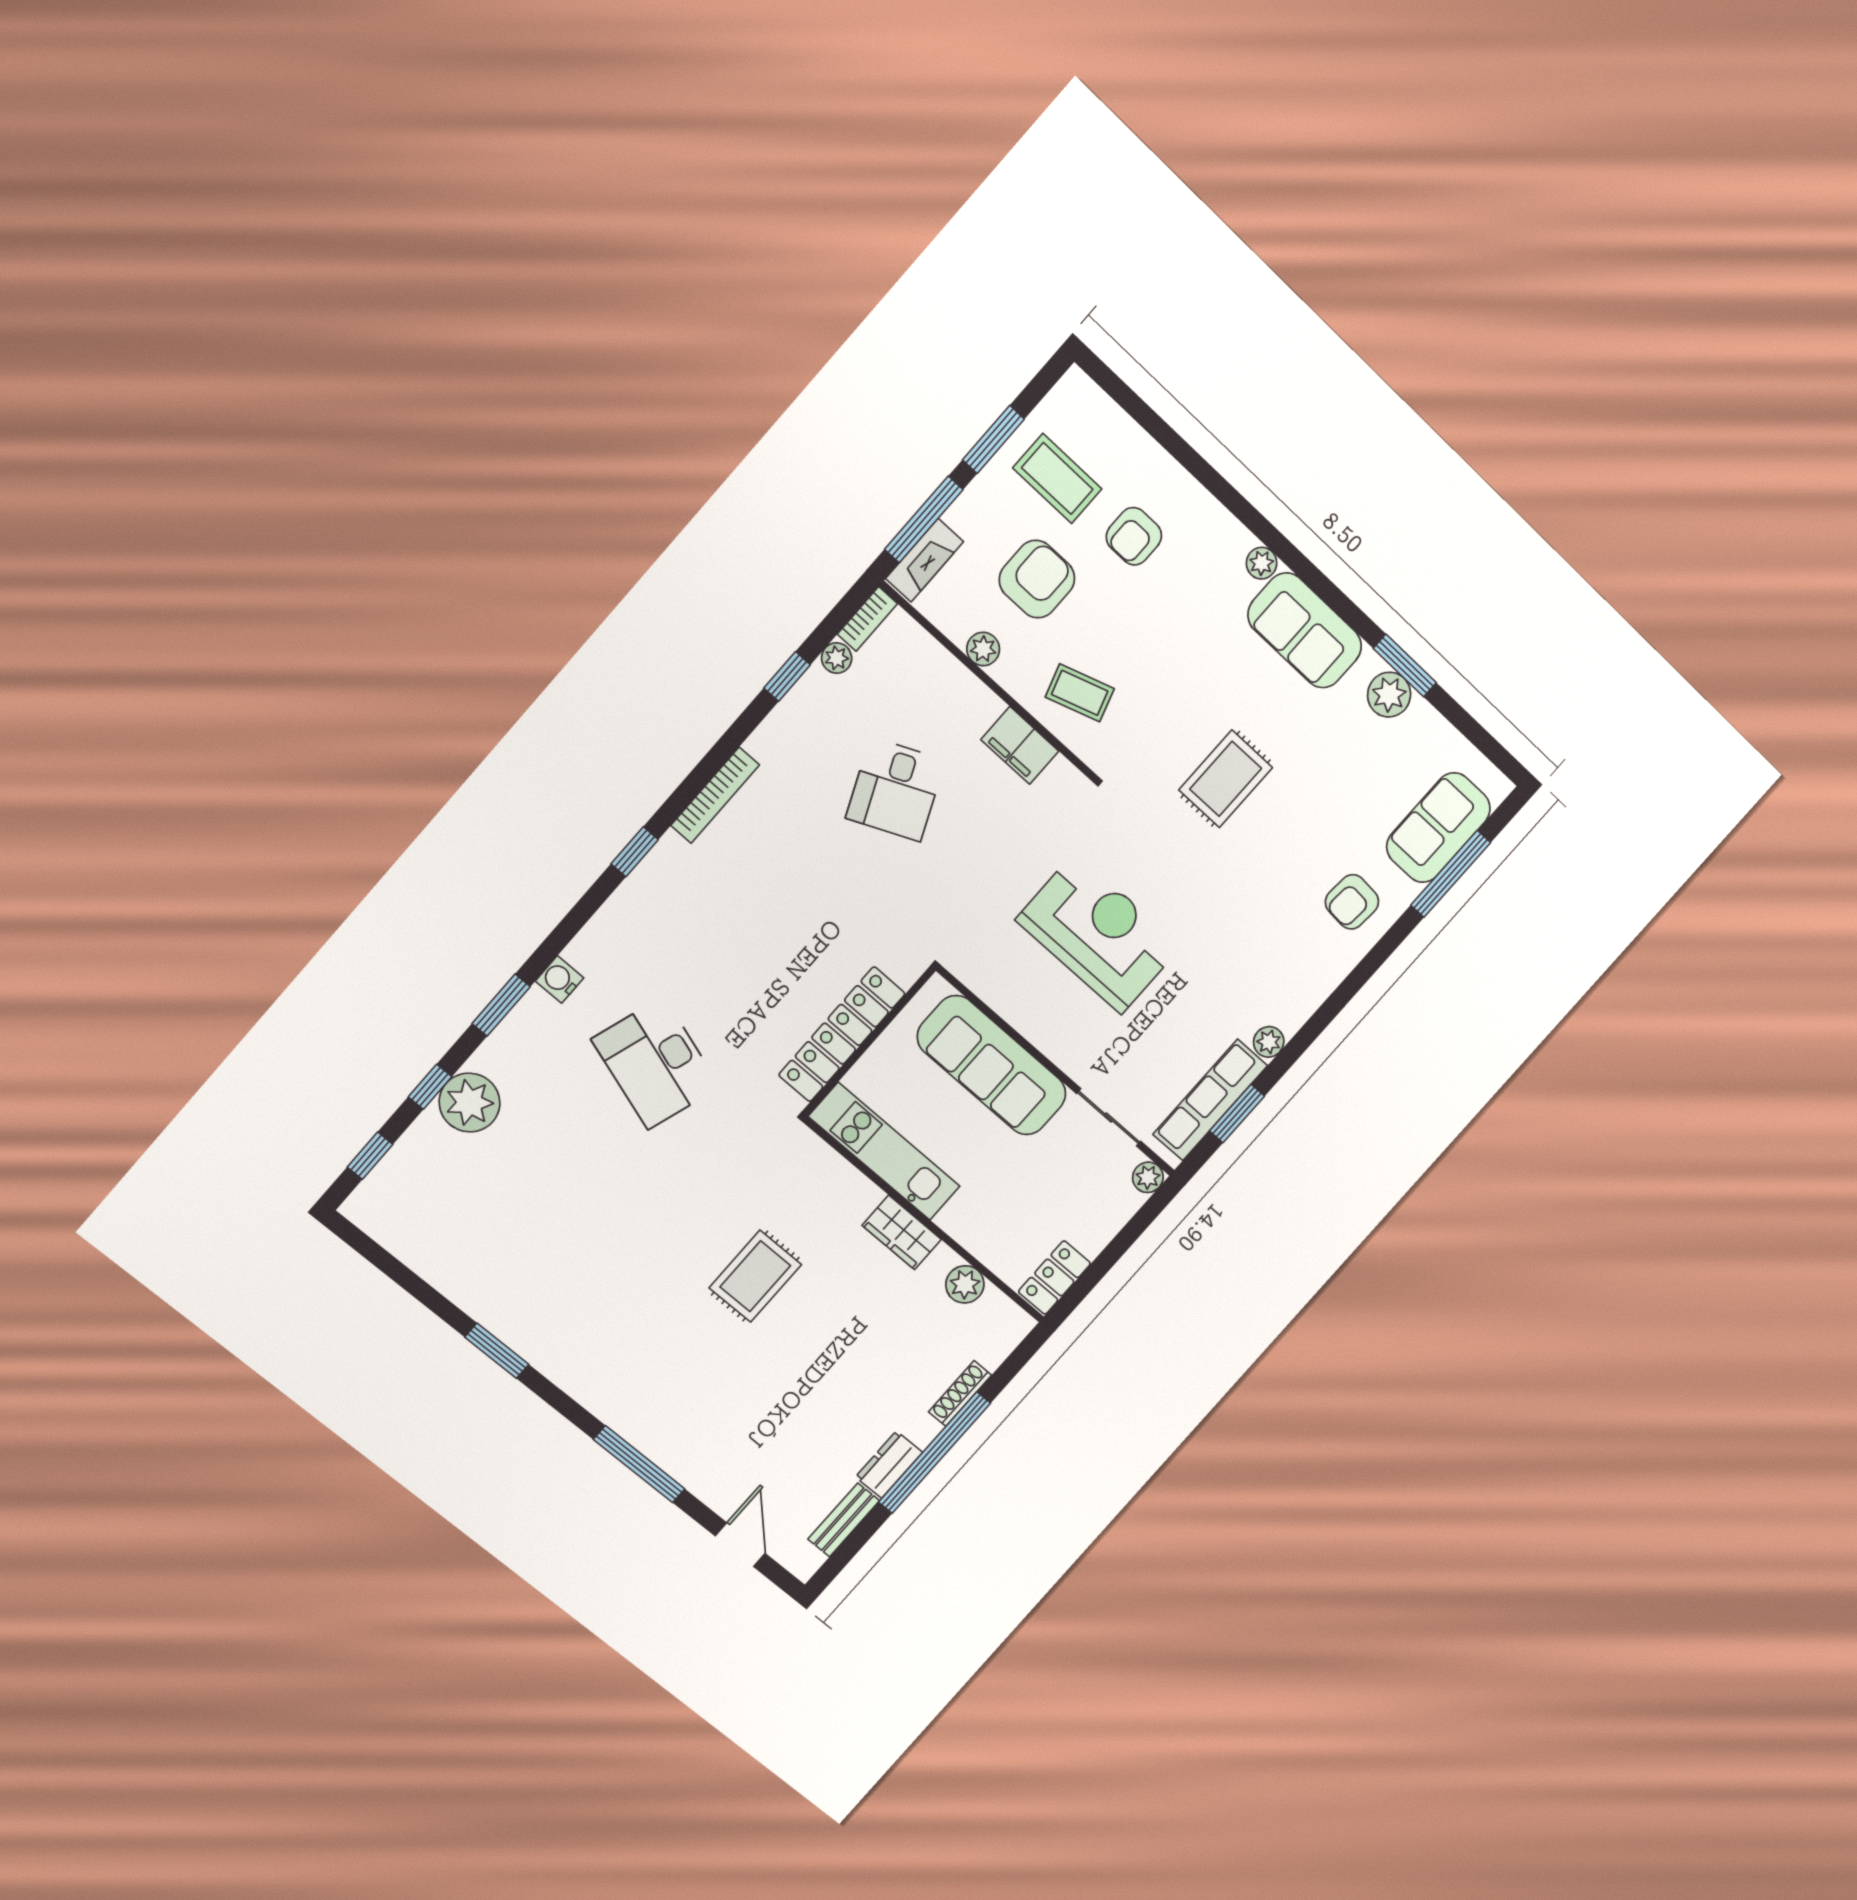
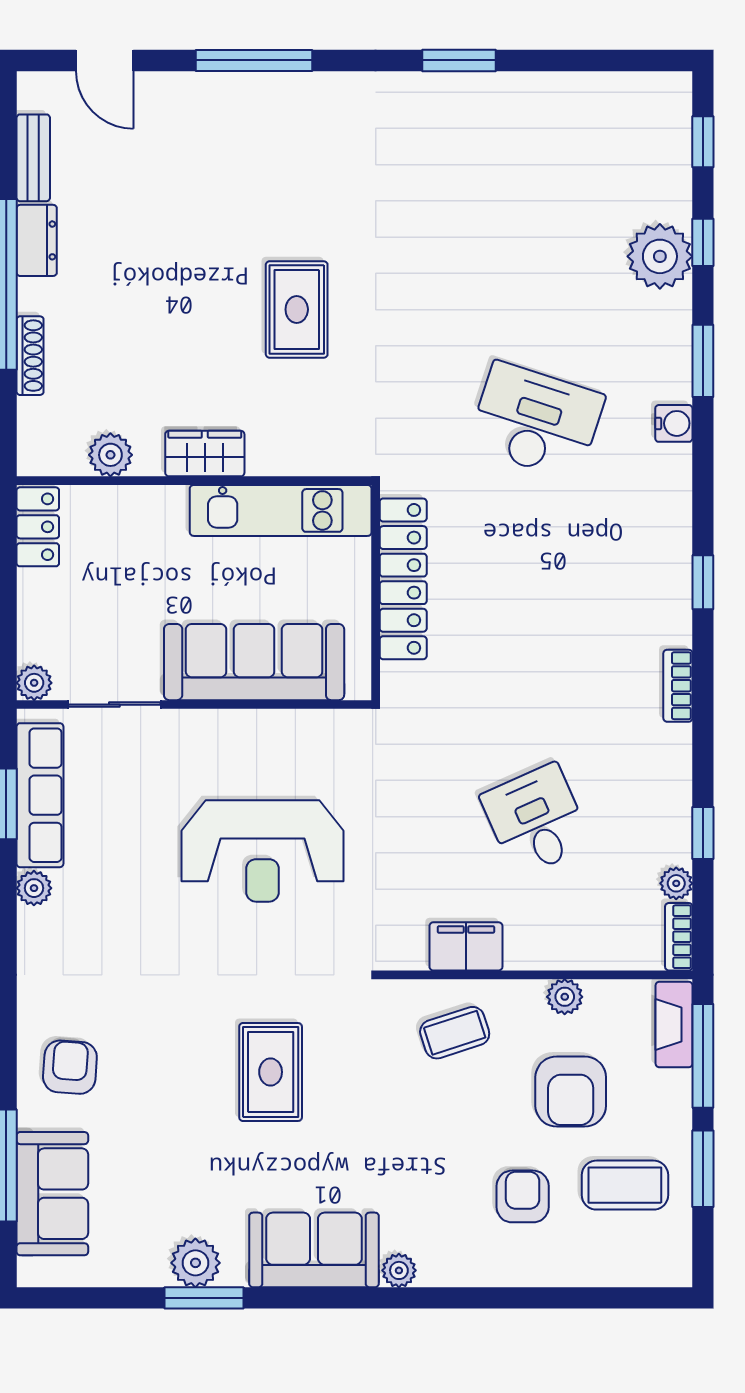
bookcase: (715, 795) -> (678, 686), width x0.64

